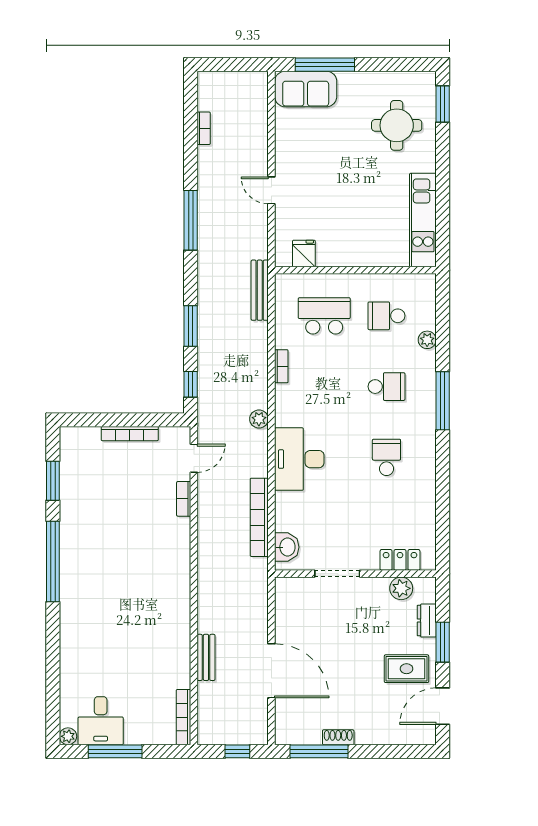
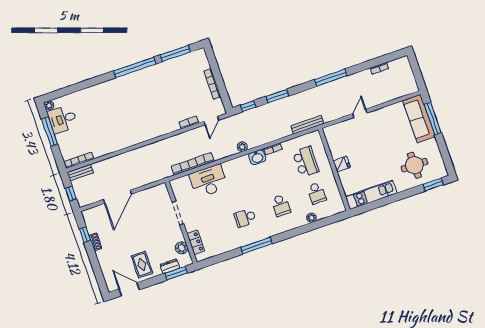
sofa: (306, 89) -> (419, 119), width x1.36
fridge: (304, 254) -> (342, 164), moved
school desk: (386, 316) -> (317, 193), turned 180
window: (443, 401) -> (256, 245), moved
school desk: (386, 457) -> (245, 218), turned 180
door: (194, 458) -> (211, 121), hinge flipped
desk: (299, 459) -> (209, 181), moved
window: (53, 481) -> (175, 53), width x1.44
washbasin: (287, 547) -> (257, 157), moved
window: (443, 642) -> (176, 273), moved
bench: (206, 657) -> (80, 173), moved
window: (319, 751) -> (85, 235), width x0.46

